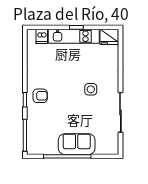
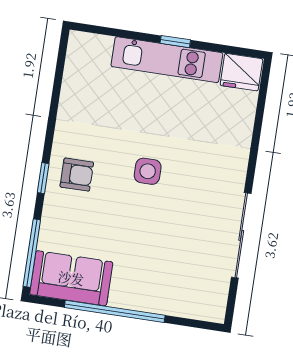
dishwasher: (42, 36) -> (99, 50), removed
side table: (91, 89) -> (148, 171), moved
sofa: (77, 144) -> (71, 278), moved

